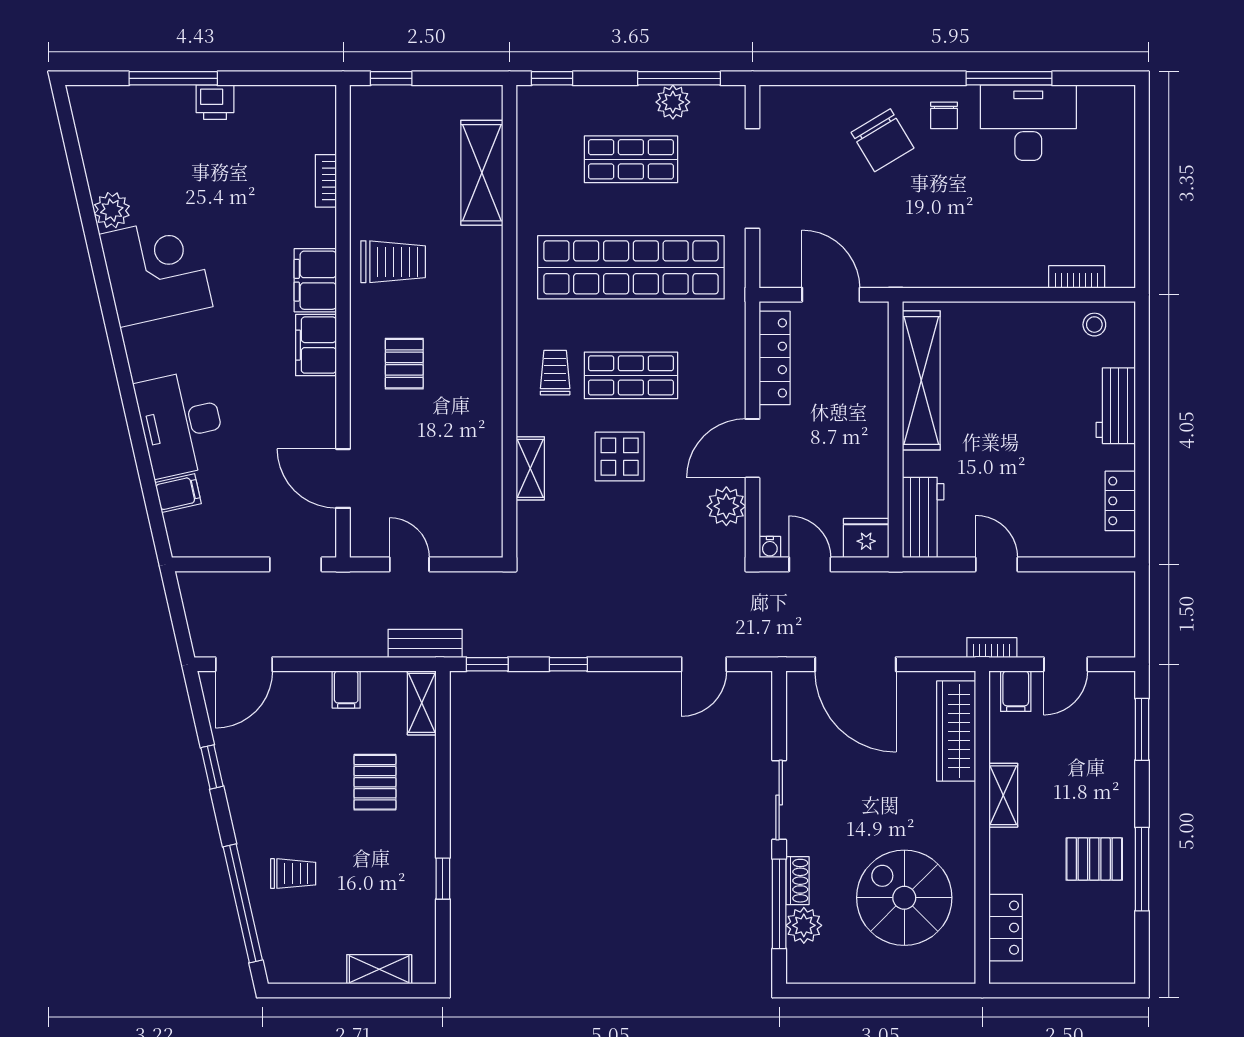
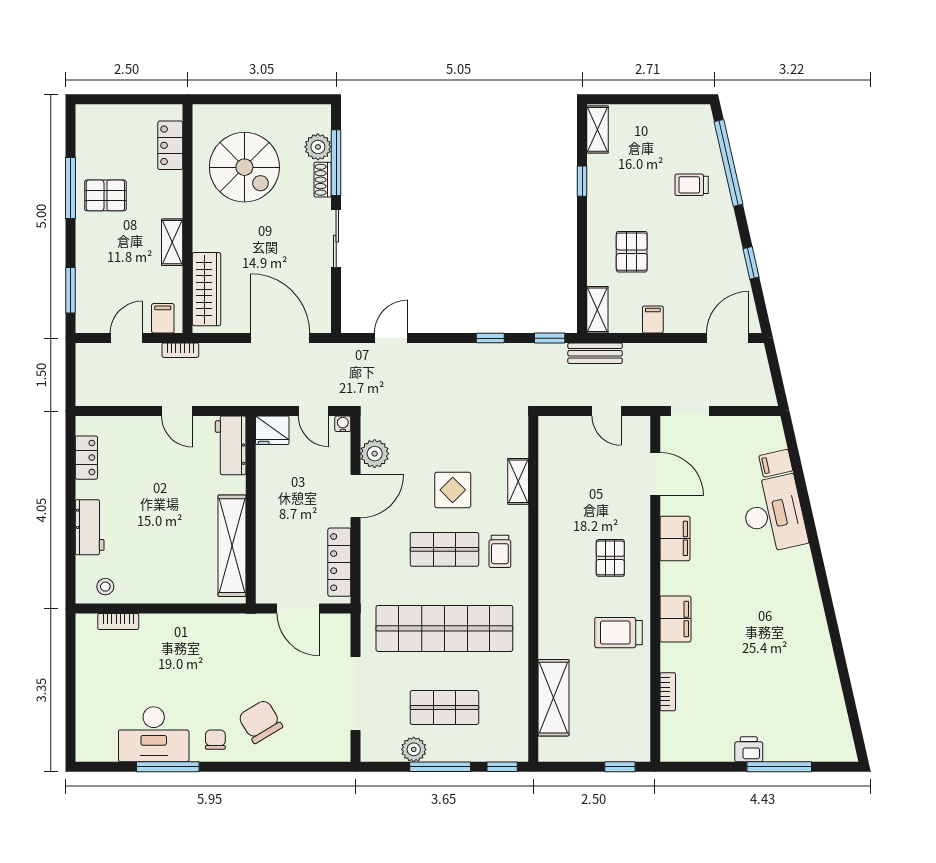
window: (679, 78) -> (440, 767), moved
plant: (112, 210) -> (824, 670), removed
corner desk: (156, 270) -> (792, 626), removed
filing cabinet: (316, 345) -> (675, 538), moved
shelving: (379, 969) -> (598, 129), moved, turned 90

